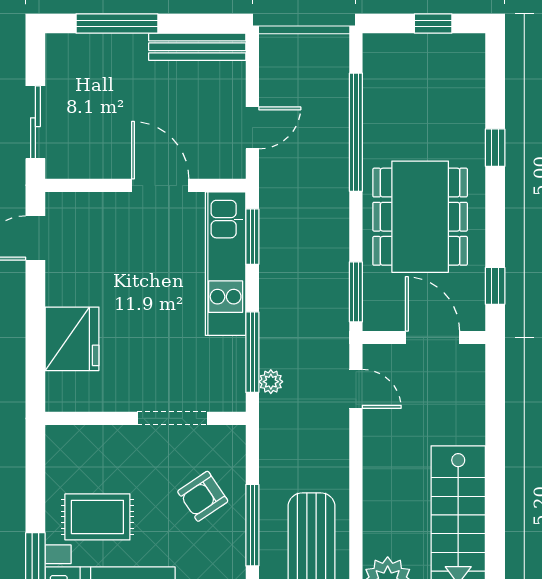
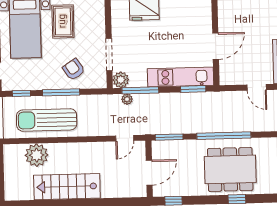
door: (252, 128) -> (257, 87), moved
window: (356, 132) -> (224, 136), moved
dining table: (420, 217) -> (230, 169), moved
plant: (228, 394) -> (121, 80), added

